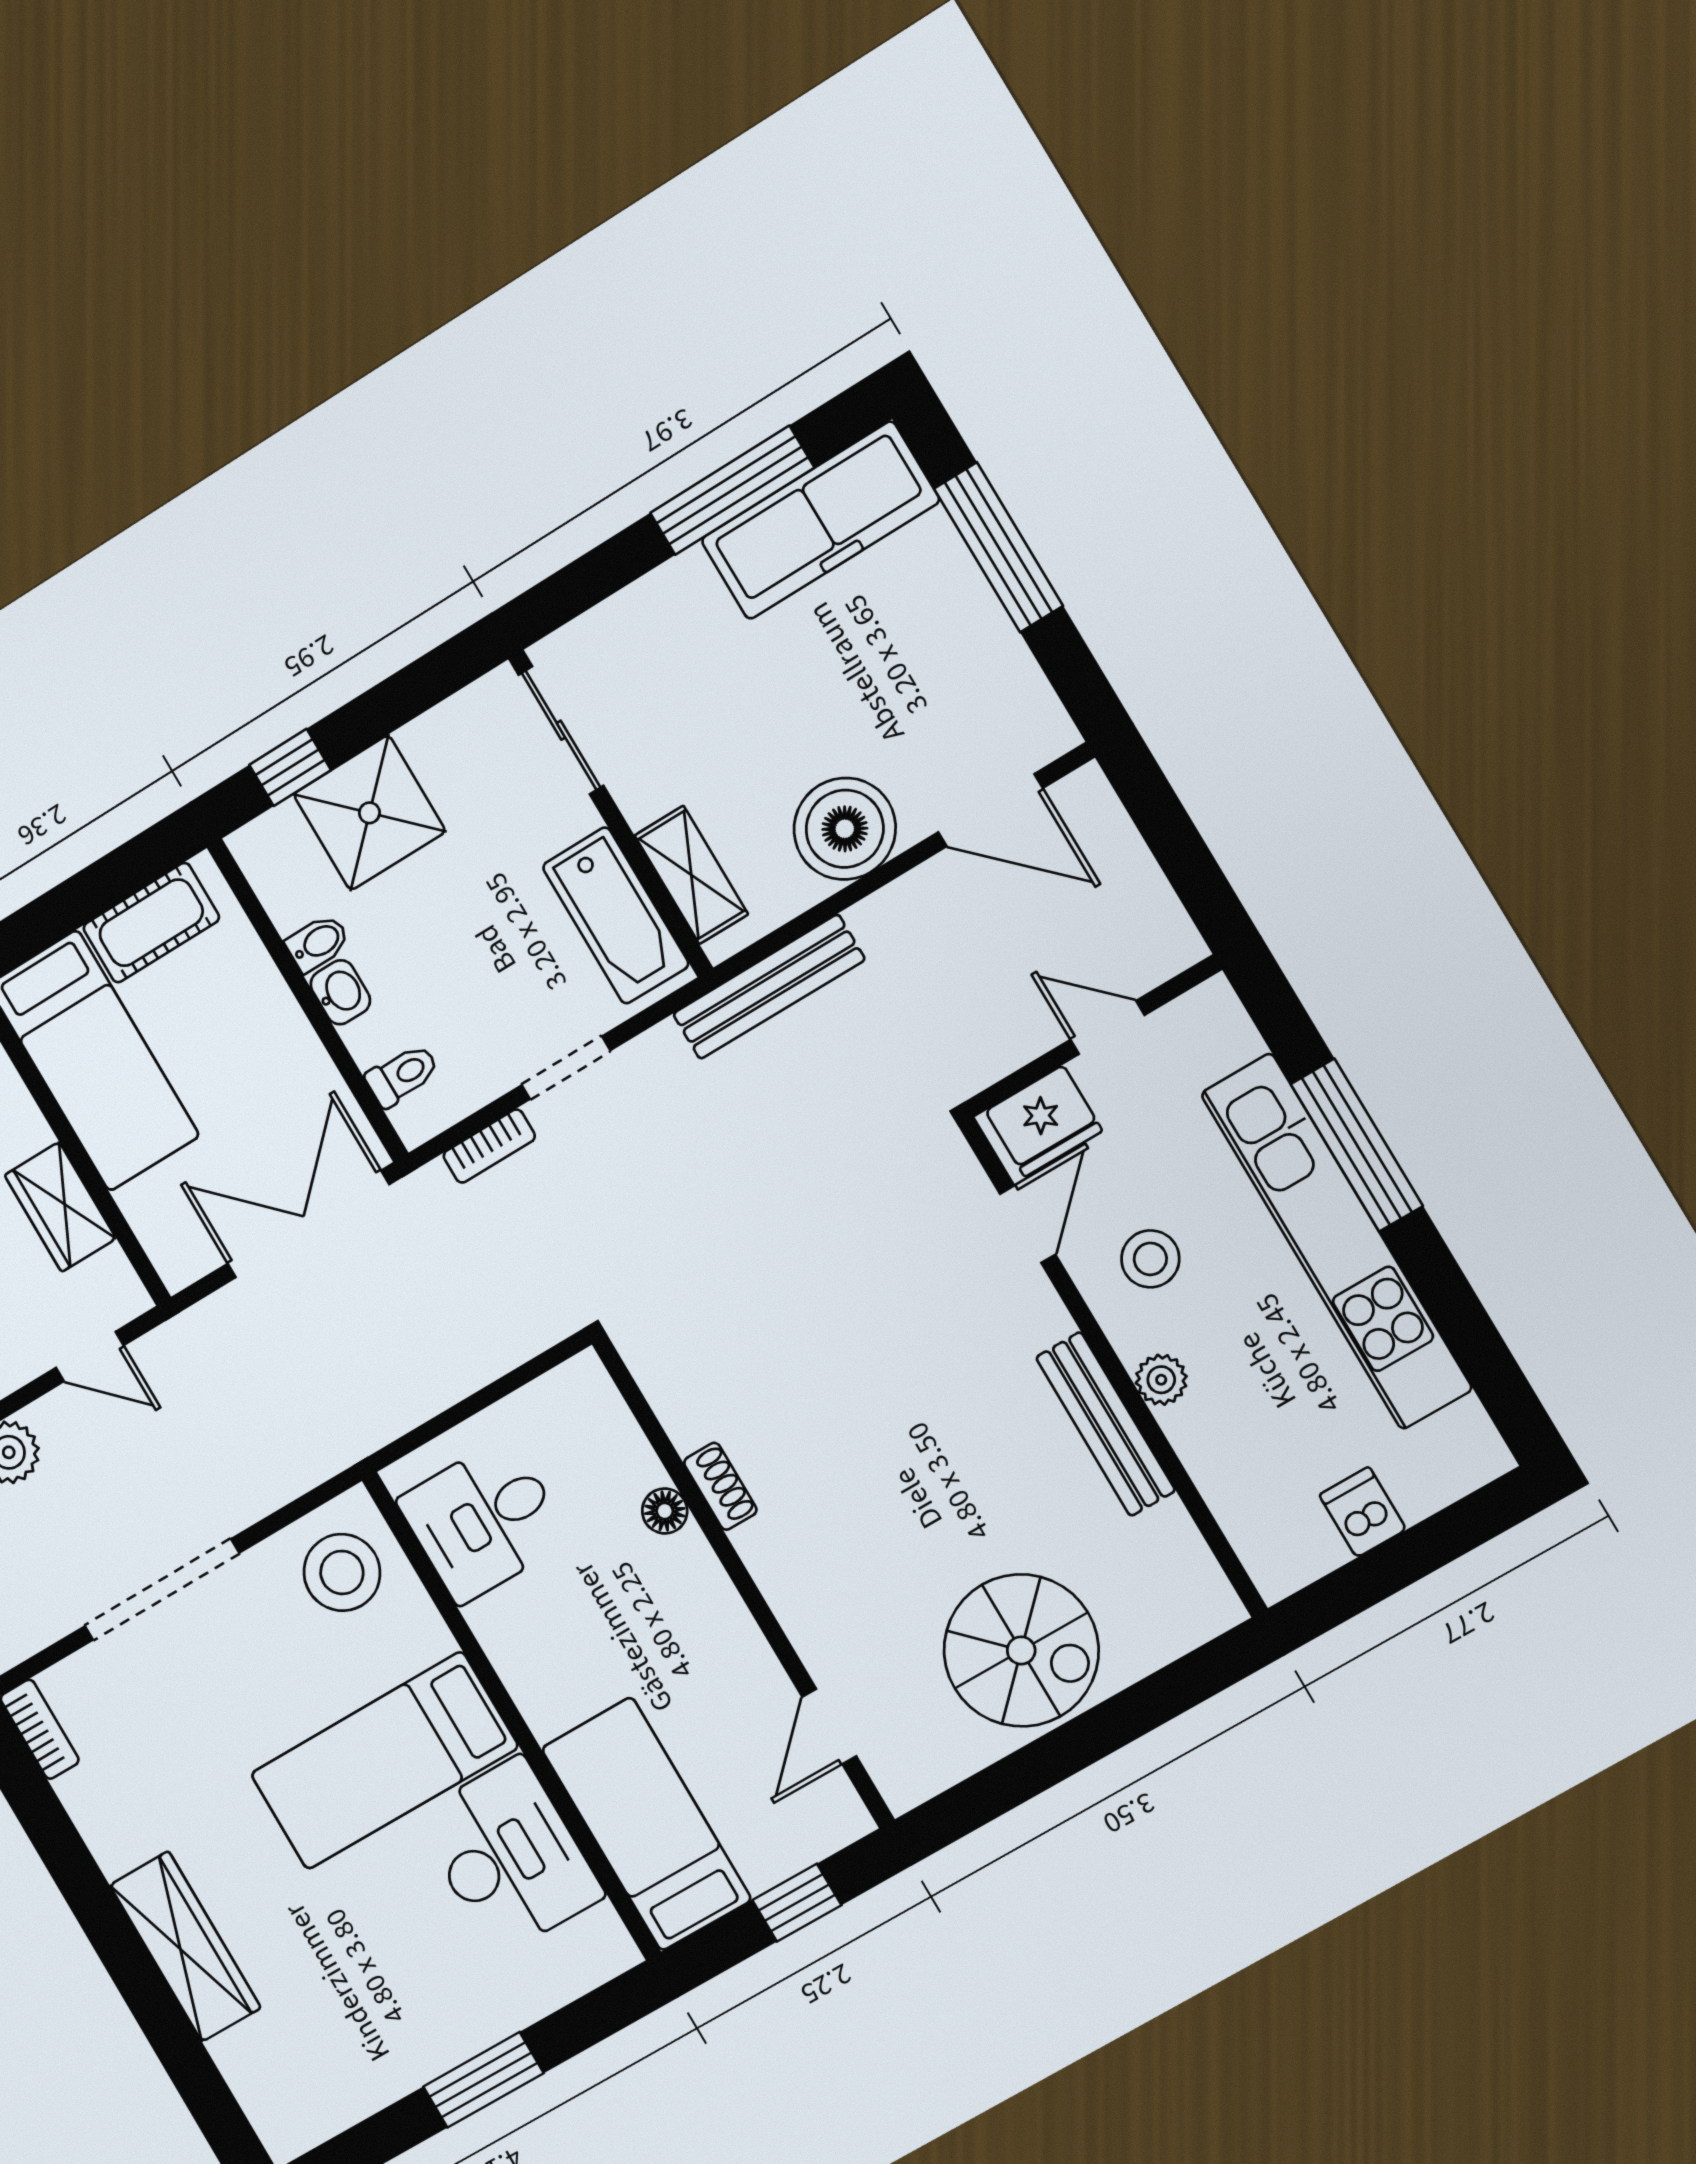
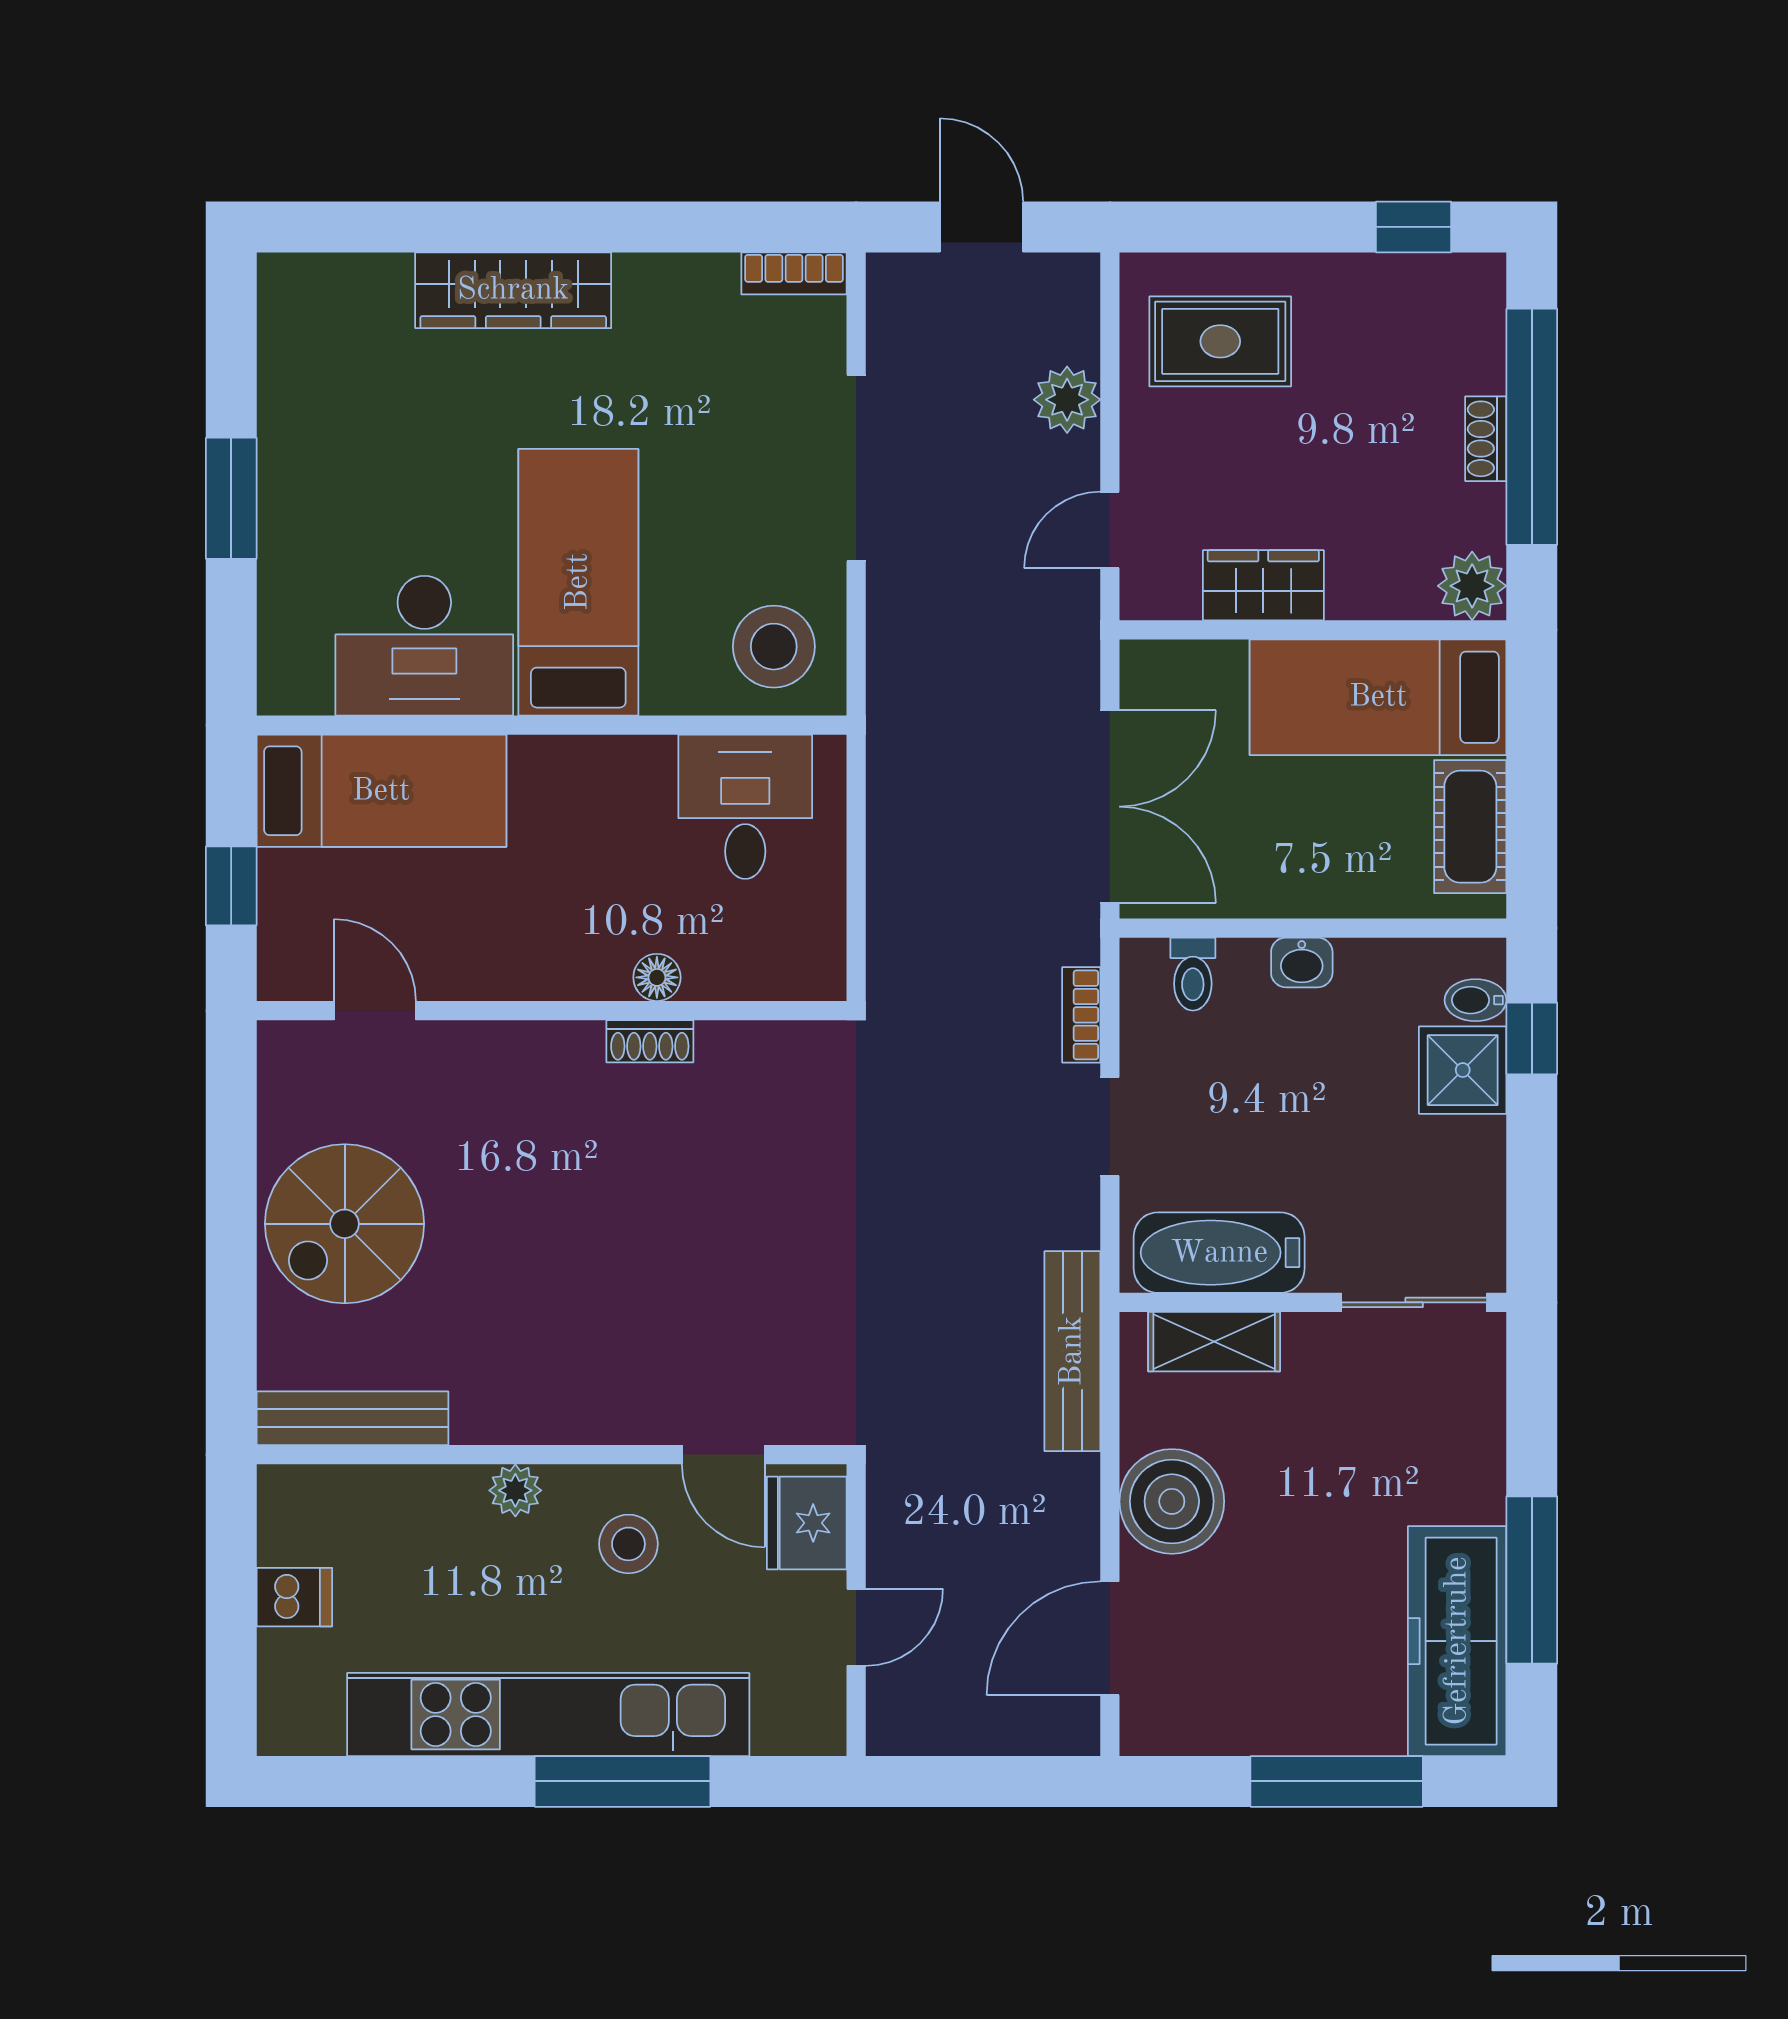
shower: (369, 813) -> (1463, 1070), width x0.73, depth x0.73
bidet: (318, 943) -> (1476, 1000), moved, turned 90
bench: (1106, 1424) -> (353, 1418), moved

